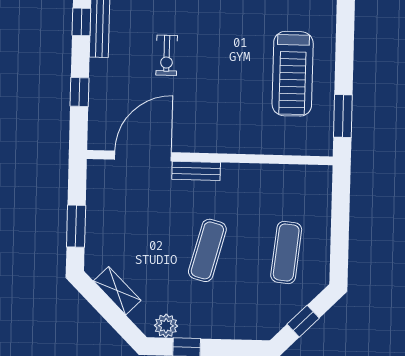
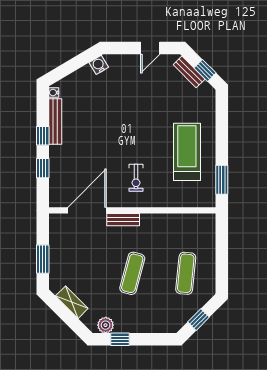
window: (81, 22) -> (43, 136), moved
exercise bike: (167, 55) -> (136, 178), moved
treadmill: (293, 74) -> (187, 152), turned 180

